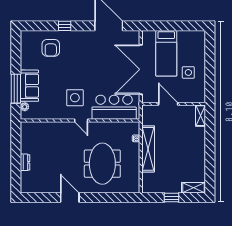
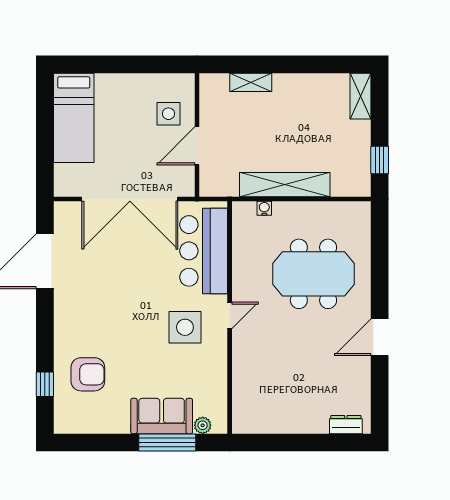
window: (65, 26) -> (45, 384), moved
bed: (166, 53) -> (74, 118), moved, turned 90
side table: (188, 72) -> (168, 114), moved
shelving: (201, 116) -> (251, 82), moved
dresser: (25, 162) -> (346, 425), moved
window: (171, 198) -> (380, 160), moved

